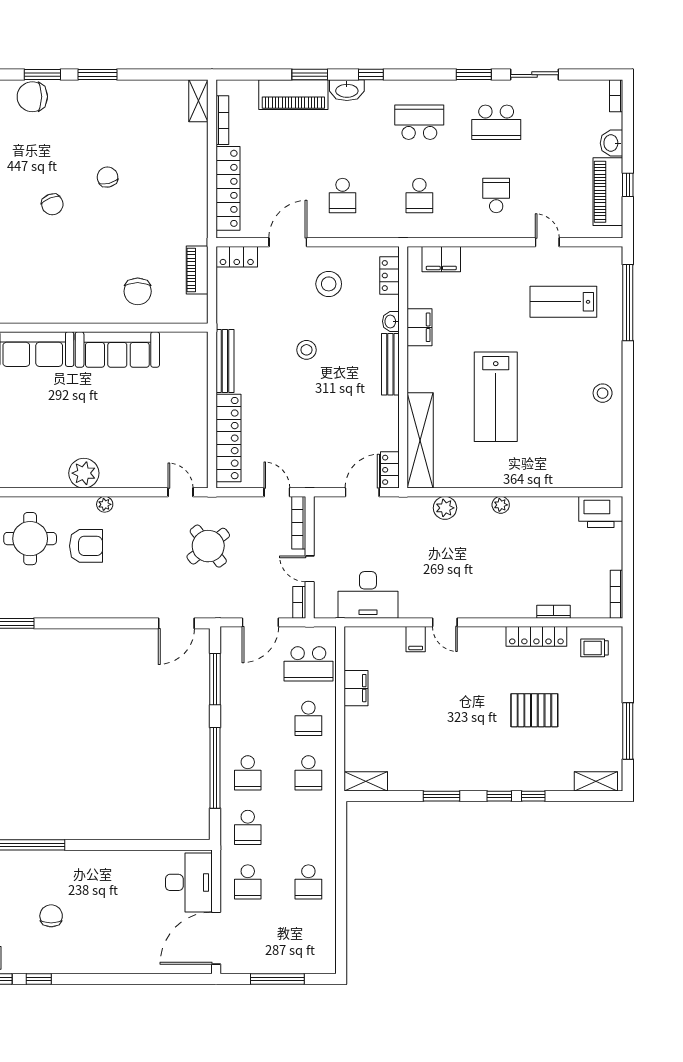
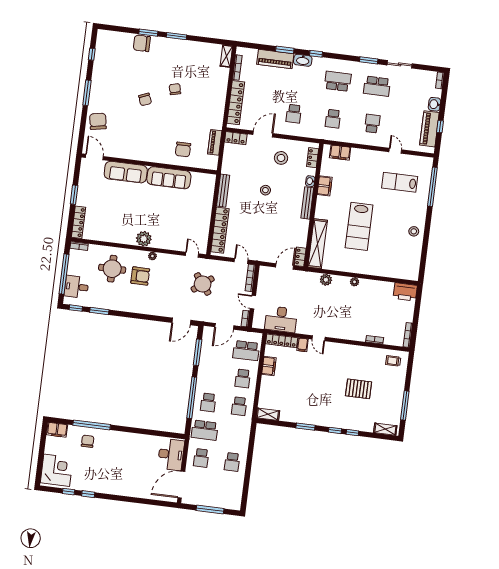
locker: (536, 636) -> (282, 341), moved
school desk: (248, 827) -> (205, 430), width x1.85
chair: (51, 916) -> (88, 441), moved

